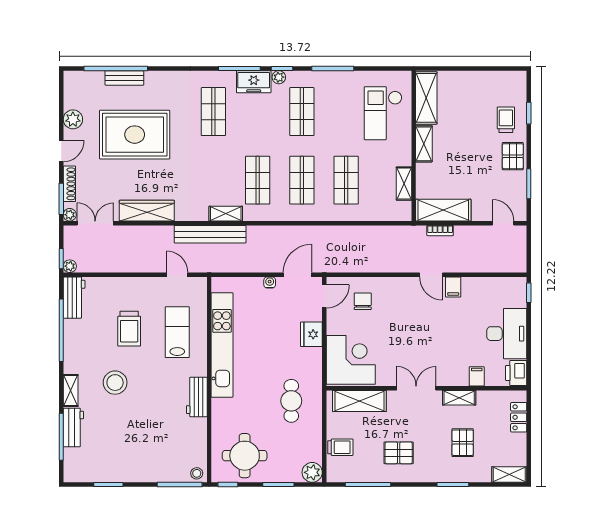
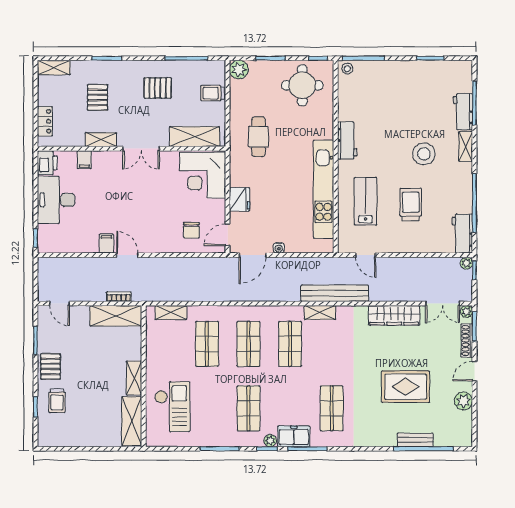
rug: (135, 135) -> (406, 387), width x0.73, depth x0.69
shelving: (404, 184) -> (171, 313), moved, turned 90
lab bench: (177, 332) -> (365, 201), turned 180

